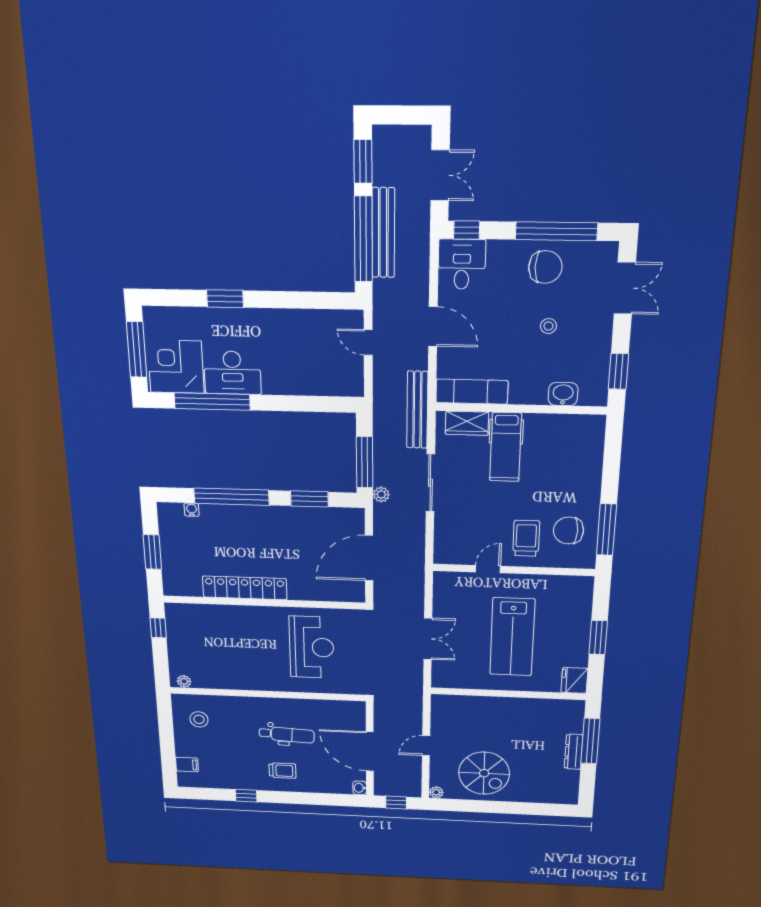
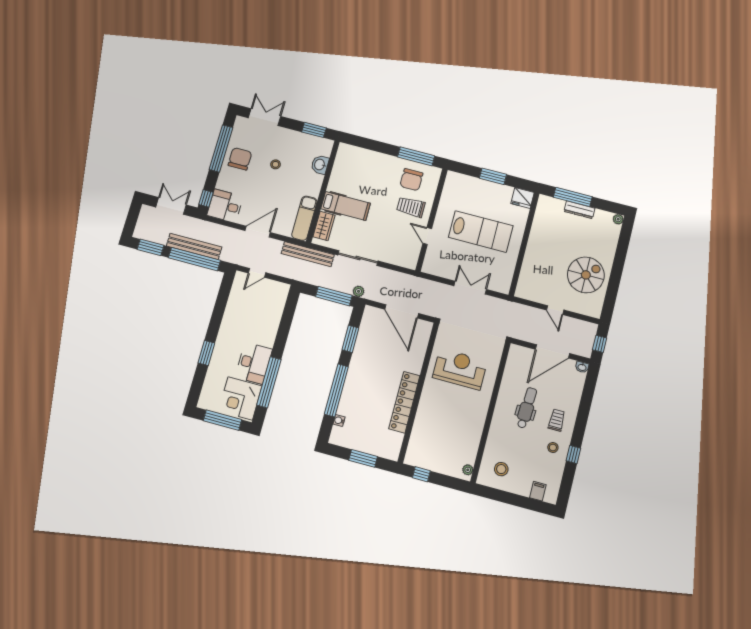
stool: (247, 772) -> (553, 448), added
plant: (436, 792) -> (618, 219), moved

